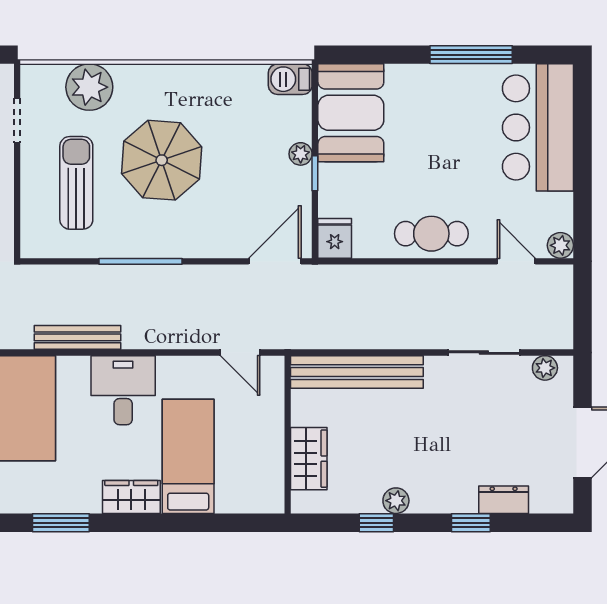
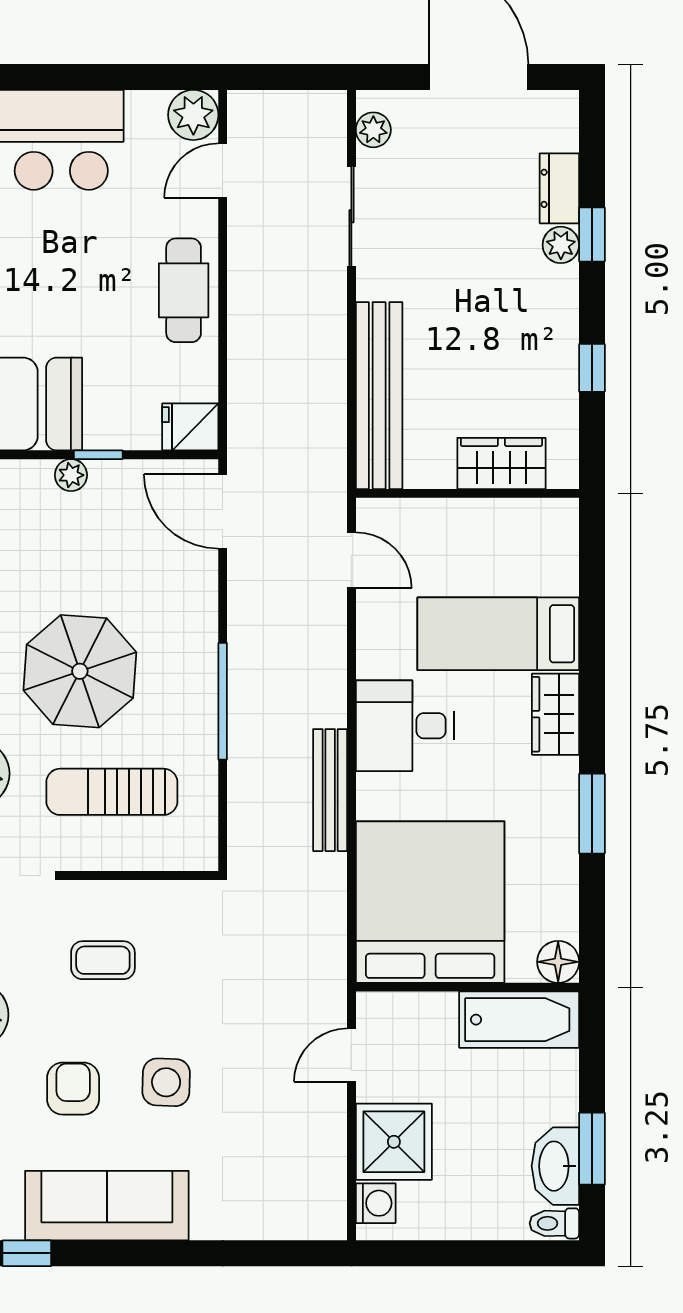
plant: (560, 245) -> (193, 115), width x1.38, depth x1.38
door: (240, 353) -> (351, 560), hinge flipped
plant: (396, 501) -> (561, 245), moved

